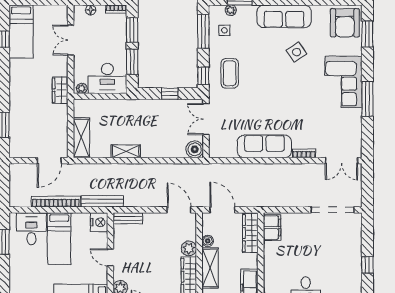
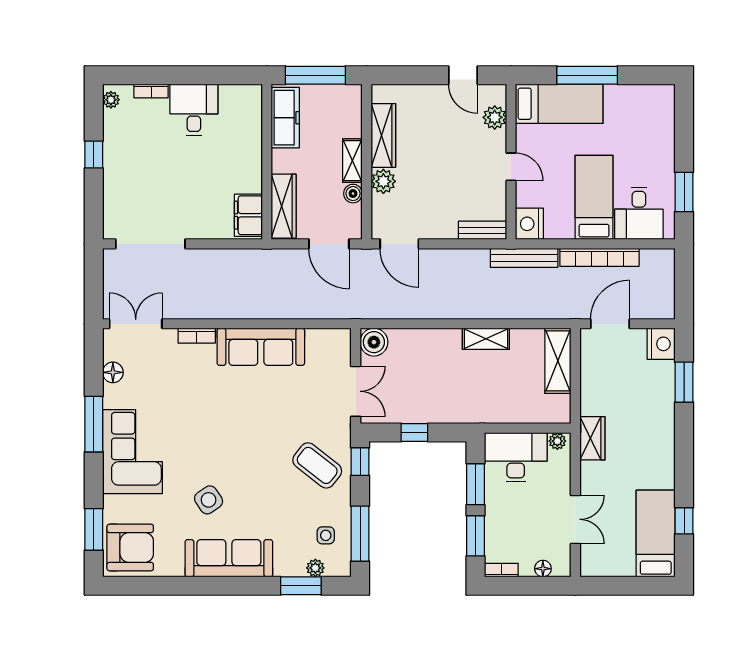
armchair: (345, 23) -> (130, 547), turned 90
coffee table: (230, 73) -> (317, 465), turned -52
floor lamp: (356, 131) -> (113, 372), added
nightstand: (18, 148) -> (661, 344), added
shelving: (210, 268) -> (352, 161), width x0.67, depth x0.75

